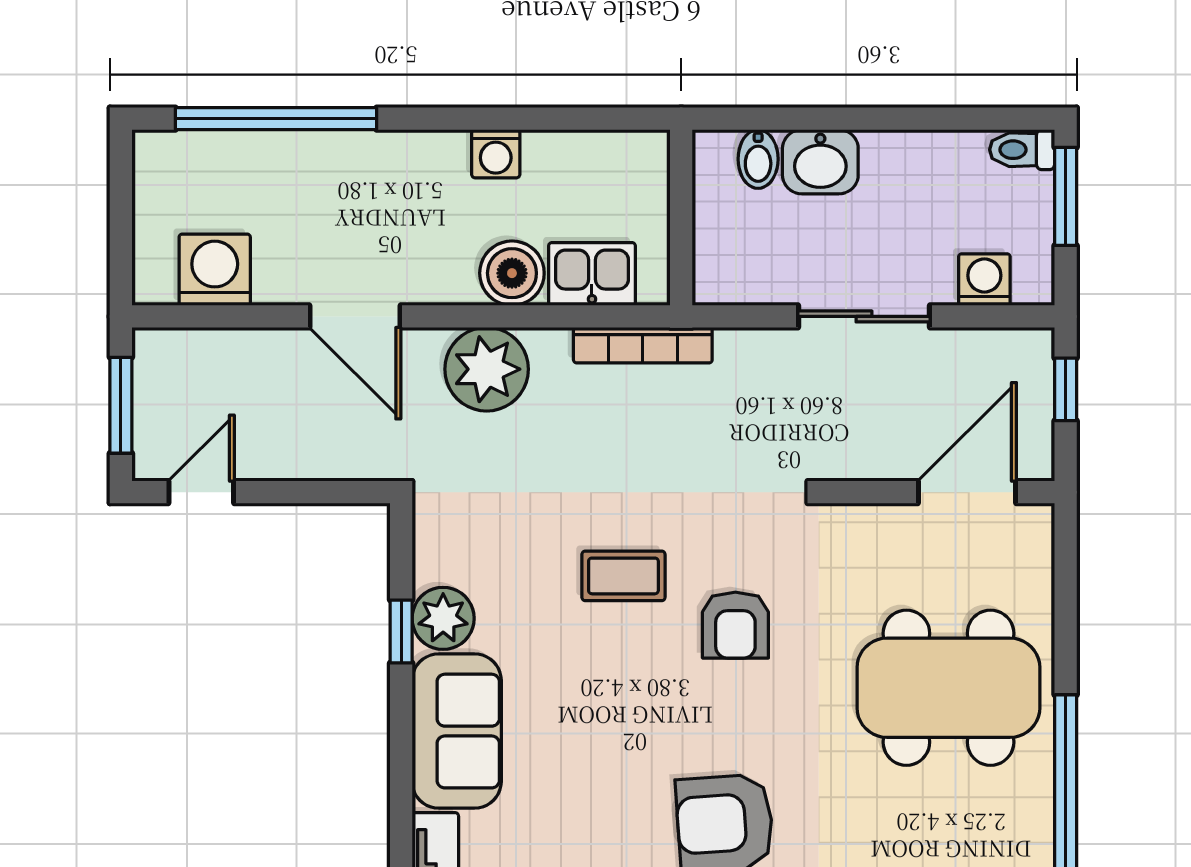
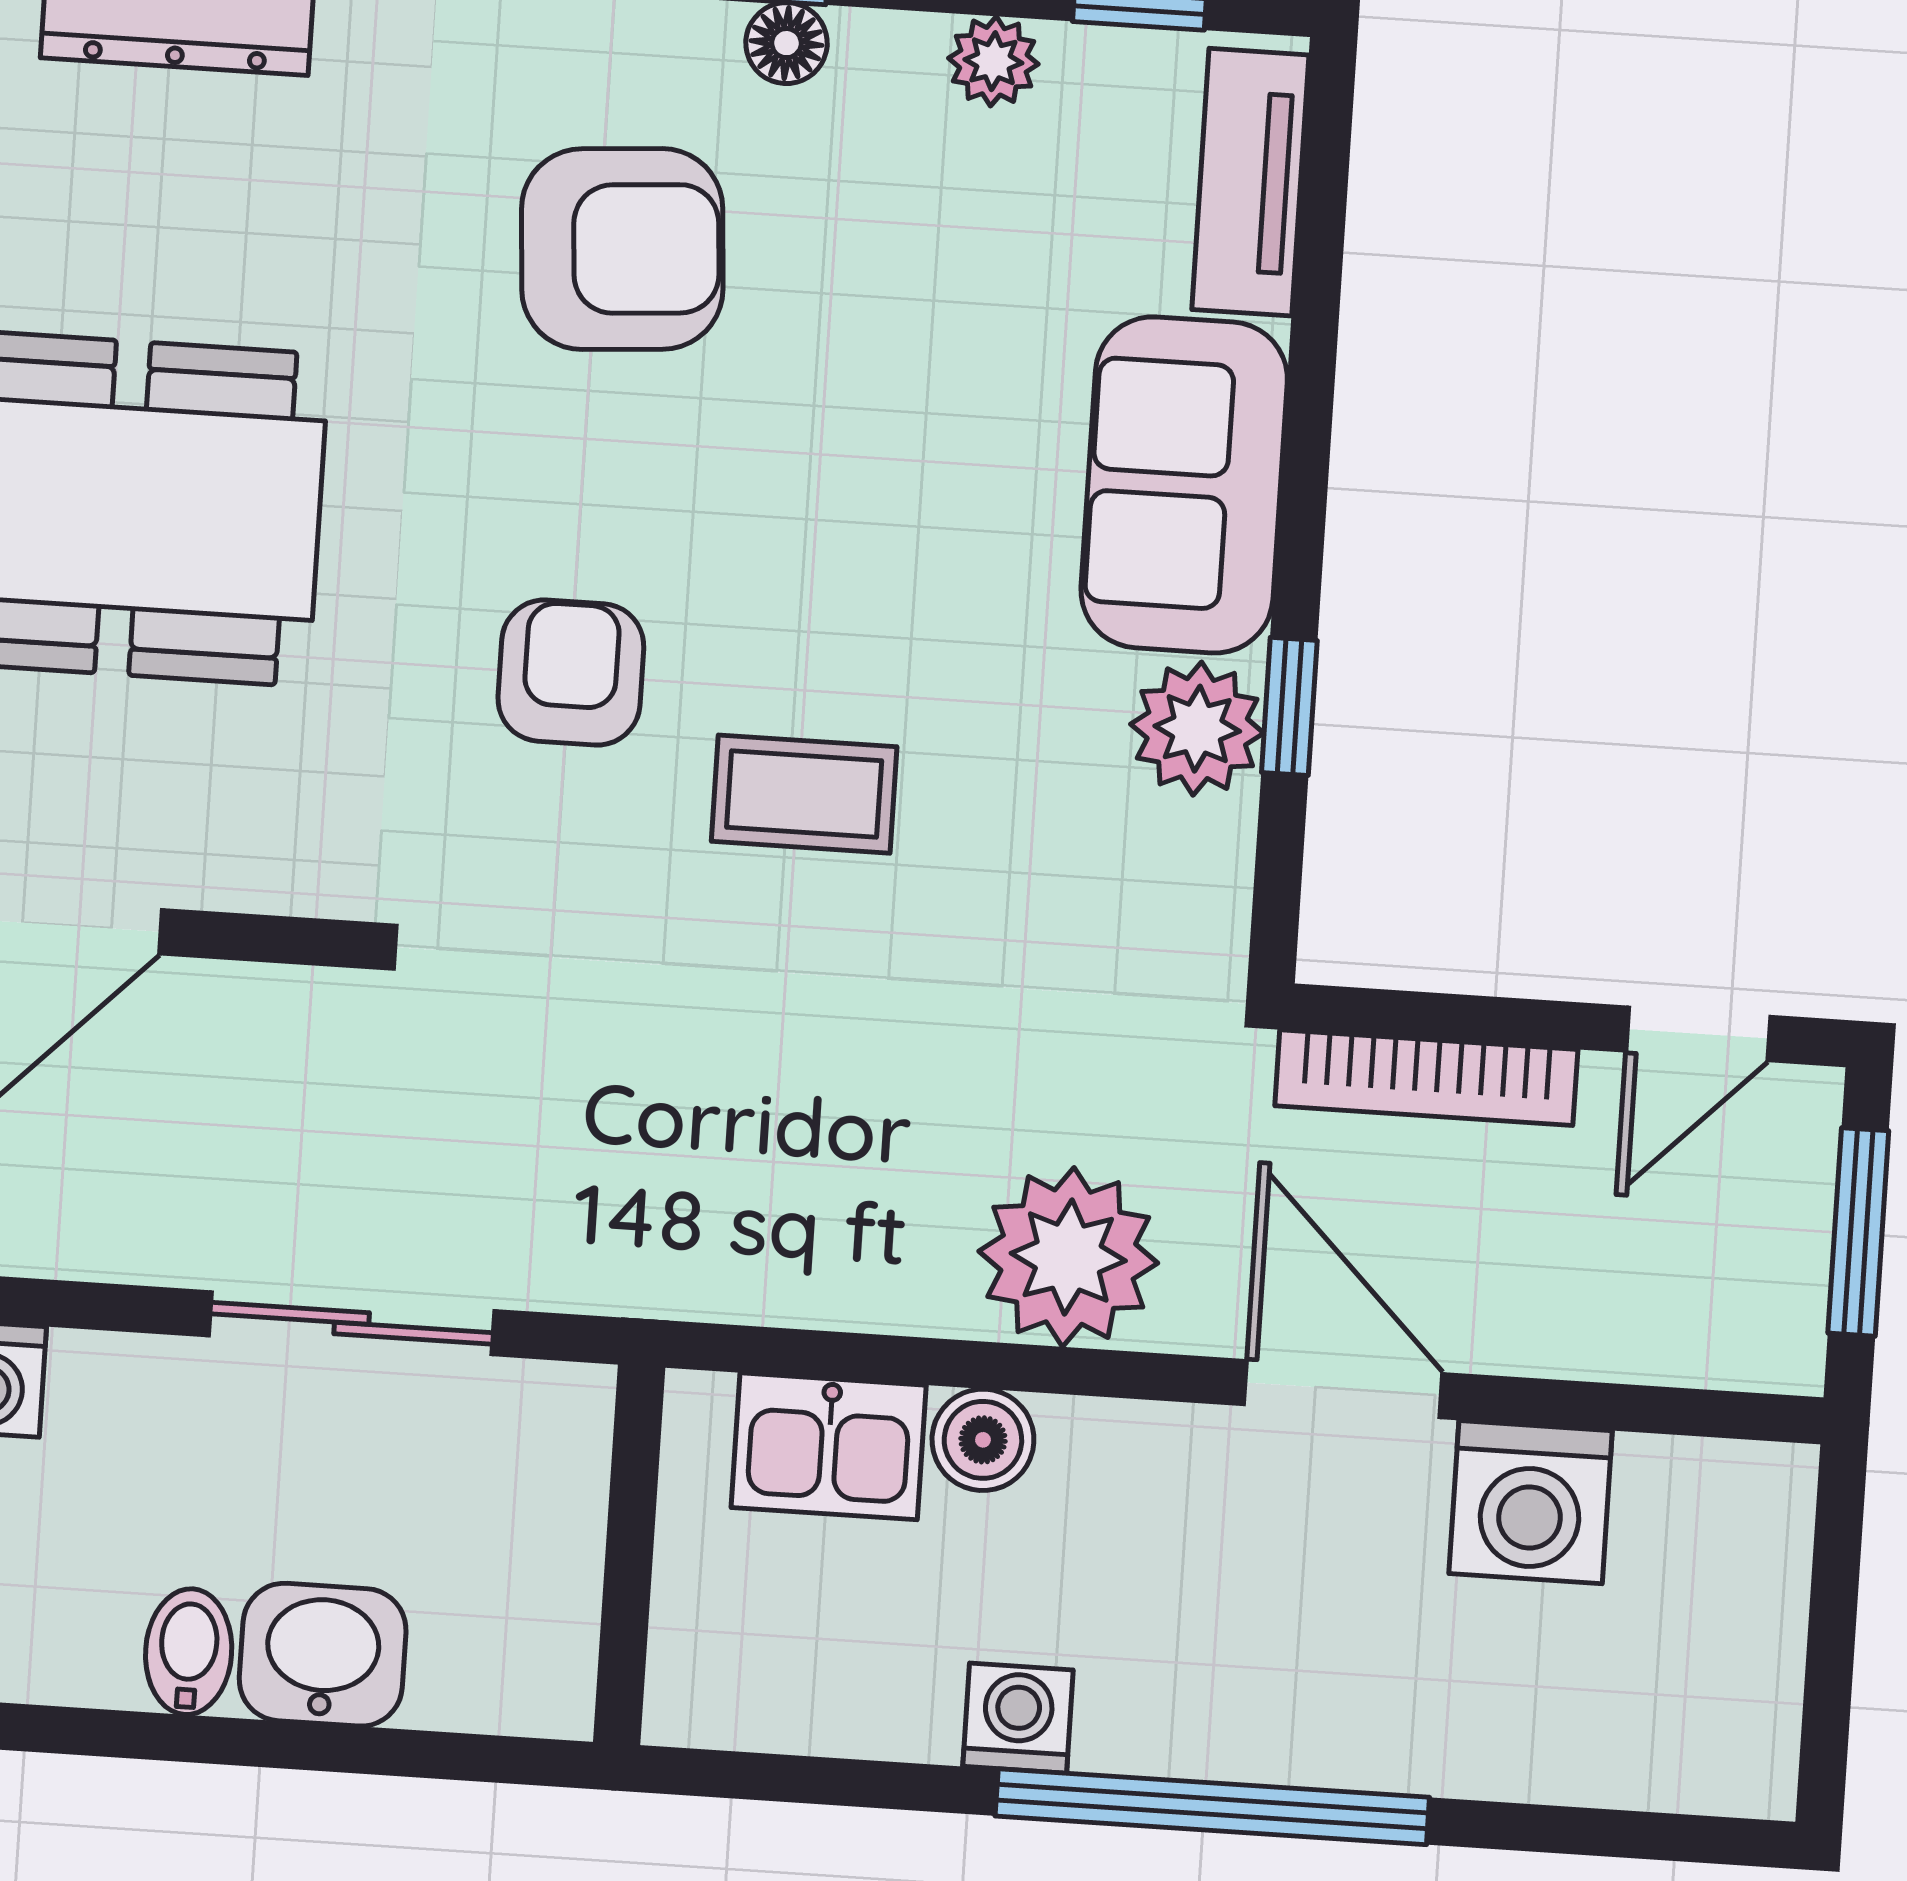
window: (276, 119) -> (1212, 1807), moved
bidet: (758, 159) -> (189, 1652), moved
washing machine: (215, 270) -> (1531, 1502), moved
boiler: (512, 273) -> (983, 1440), width x0.73, depth x0.73
sliding door: (864, 316) -> (352, 1323), moved
bookcase: (643, 345) -> (1426, 1078), moved, turned 180

